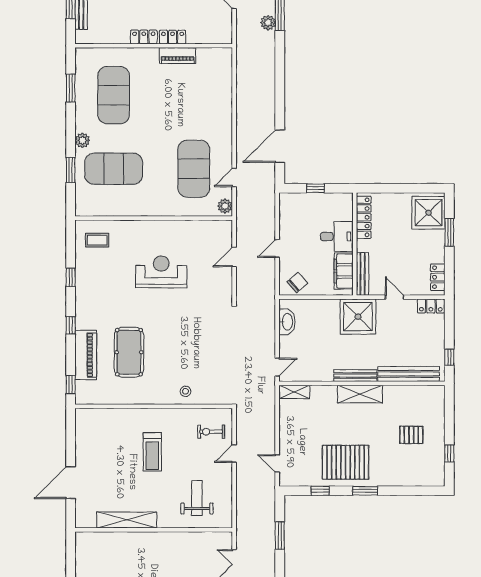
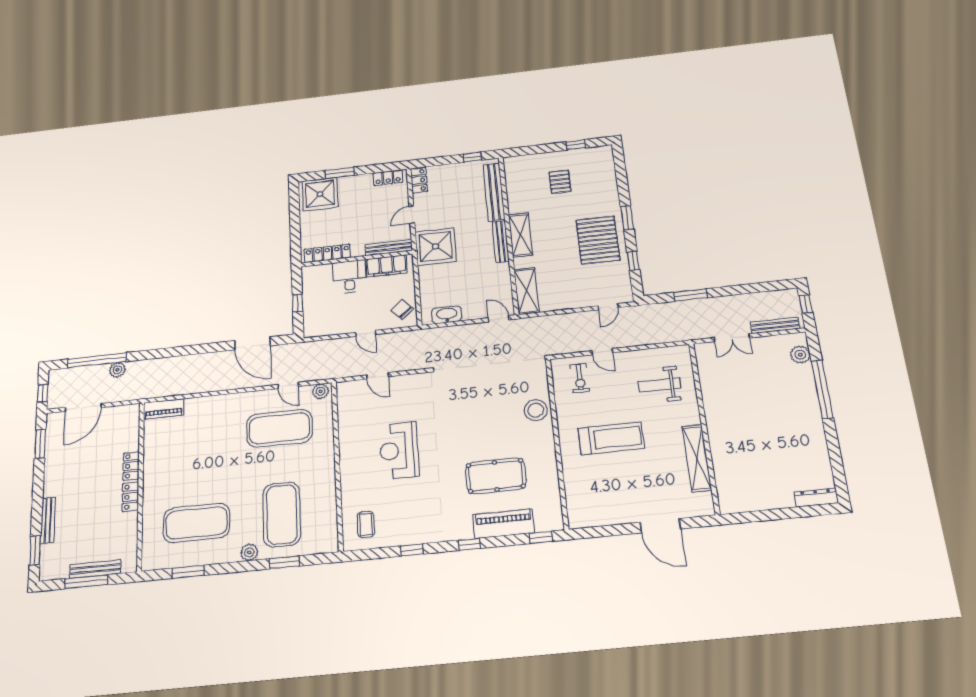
piano: (178, 56) -> (164, 409), moved, turned 90
stool: (185, 391) -> (536, 410), width x1.89, depth x1.89
shelving: (294, 392) -> (527, 291), width x1.50, depth x1.33
treadmill: (152, 452) -> (611, 438), width x1.37, depth x1.37

